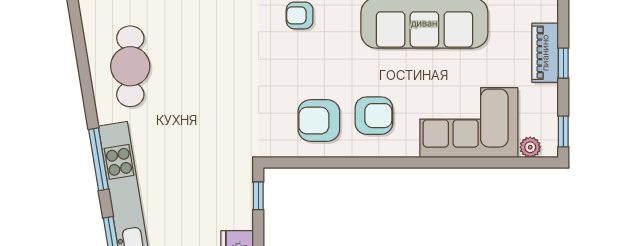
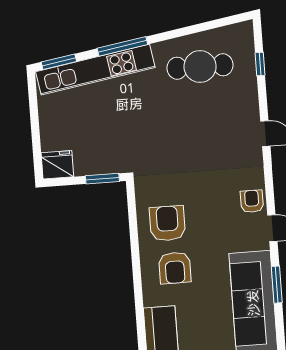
window: (258, 196) -> (102, 179), width x1.50

